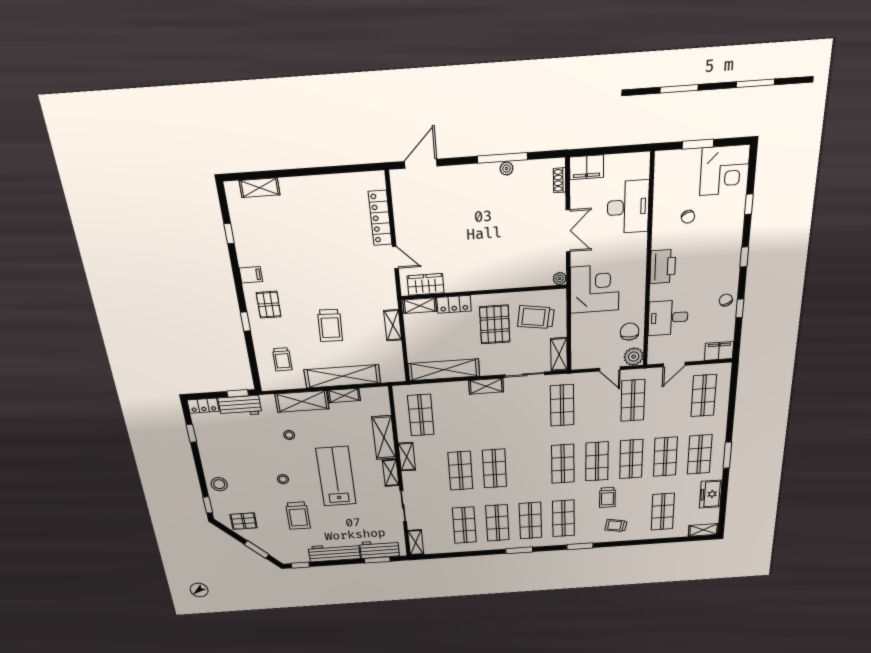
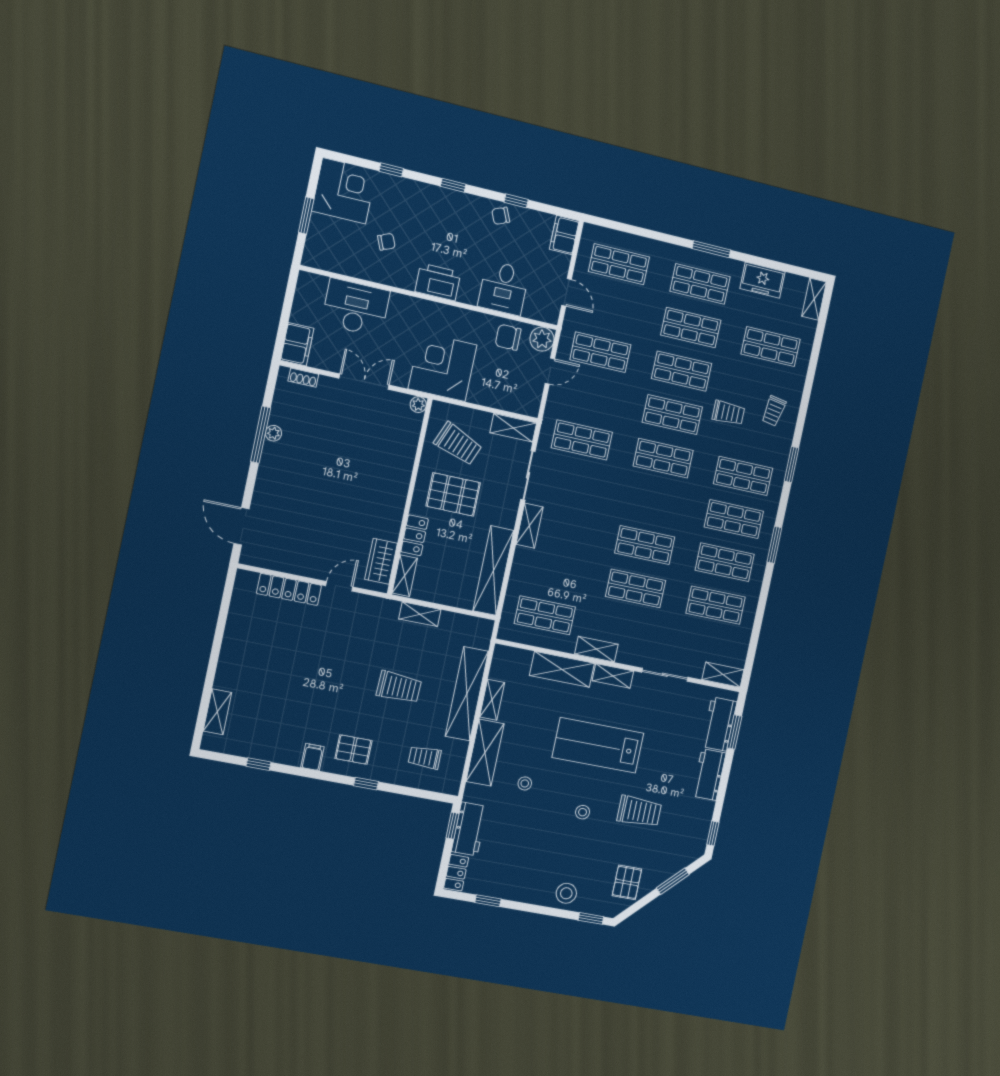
trolley: (536, 317) -> (458, 444), turned -76
trolley: (282, 359) -> (425, 757), turned 180
workbench: (334, 553) -> (709, 775), width x0.73

